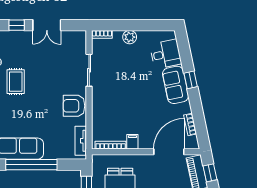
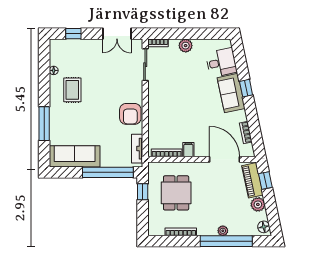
double door: (47, 25) -> (117, 34), moved
sliding door: (89, 70) -> (145, 65), moved
armchair: (74, 106) -> (130, 114), turned -90
door: (169, 152) -> (225, 159), hinge flipped
window: (31, 165) -> (108, 172), moved

